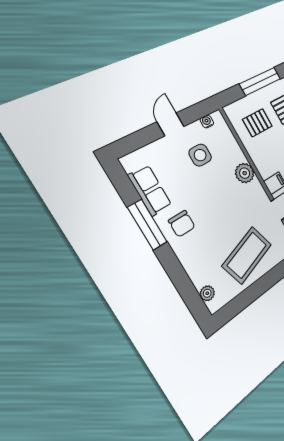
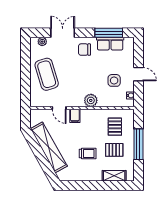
window: (147, 225) -> (109, 33), moved
double door: (176, 272) -> (63, 33), added

